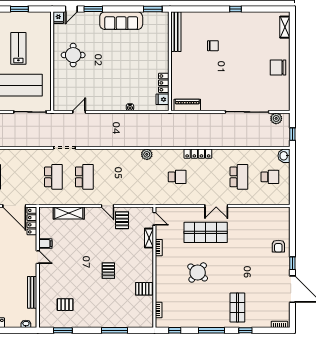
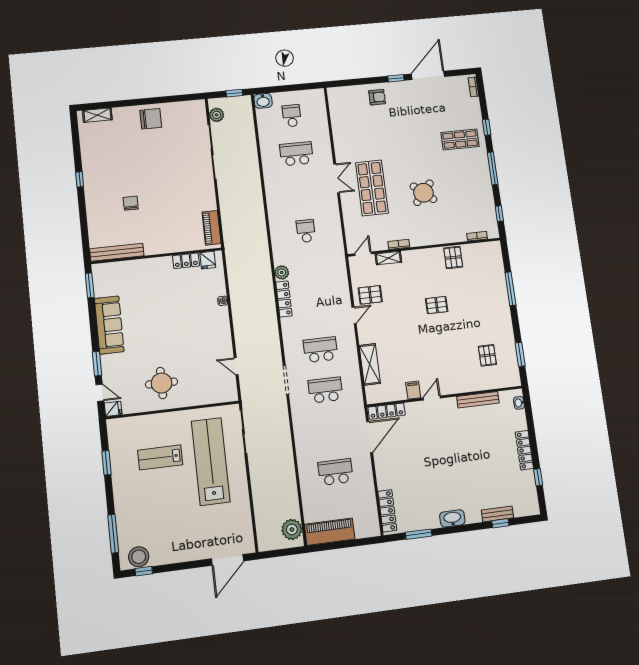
chair: (278, 68) -> (151, 119), turned -90
locker: (198, 154) -> (284, 299), moved

